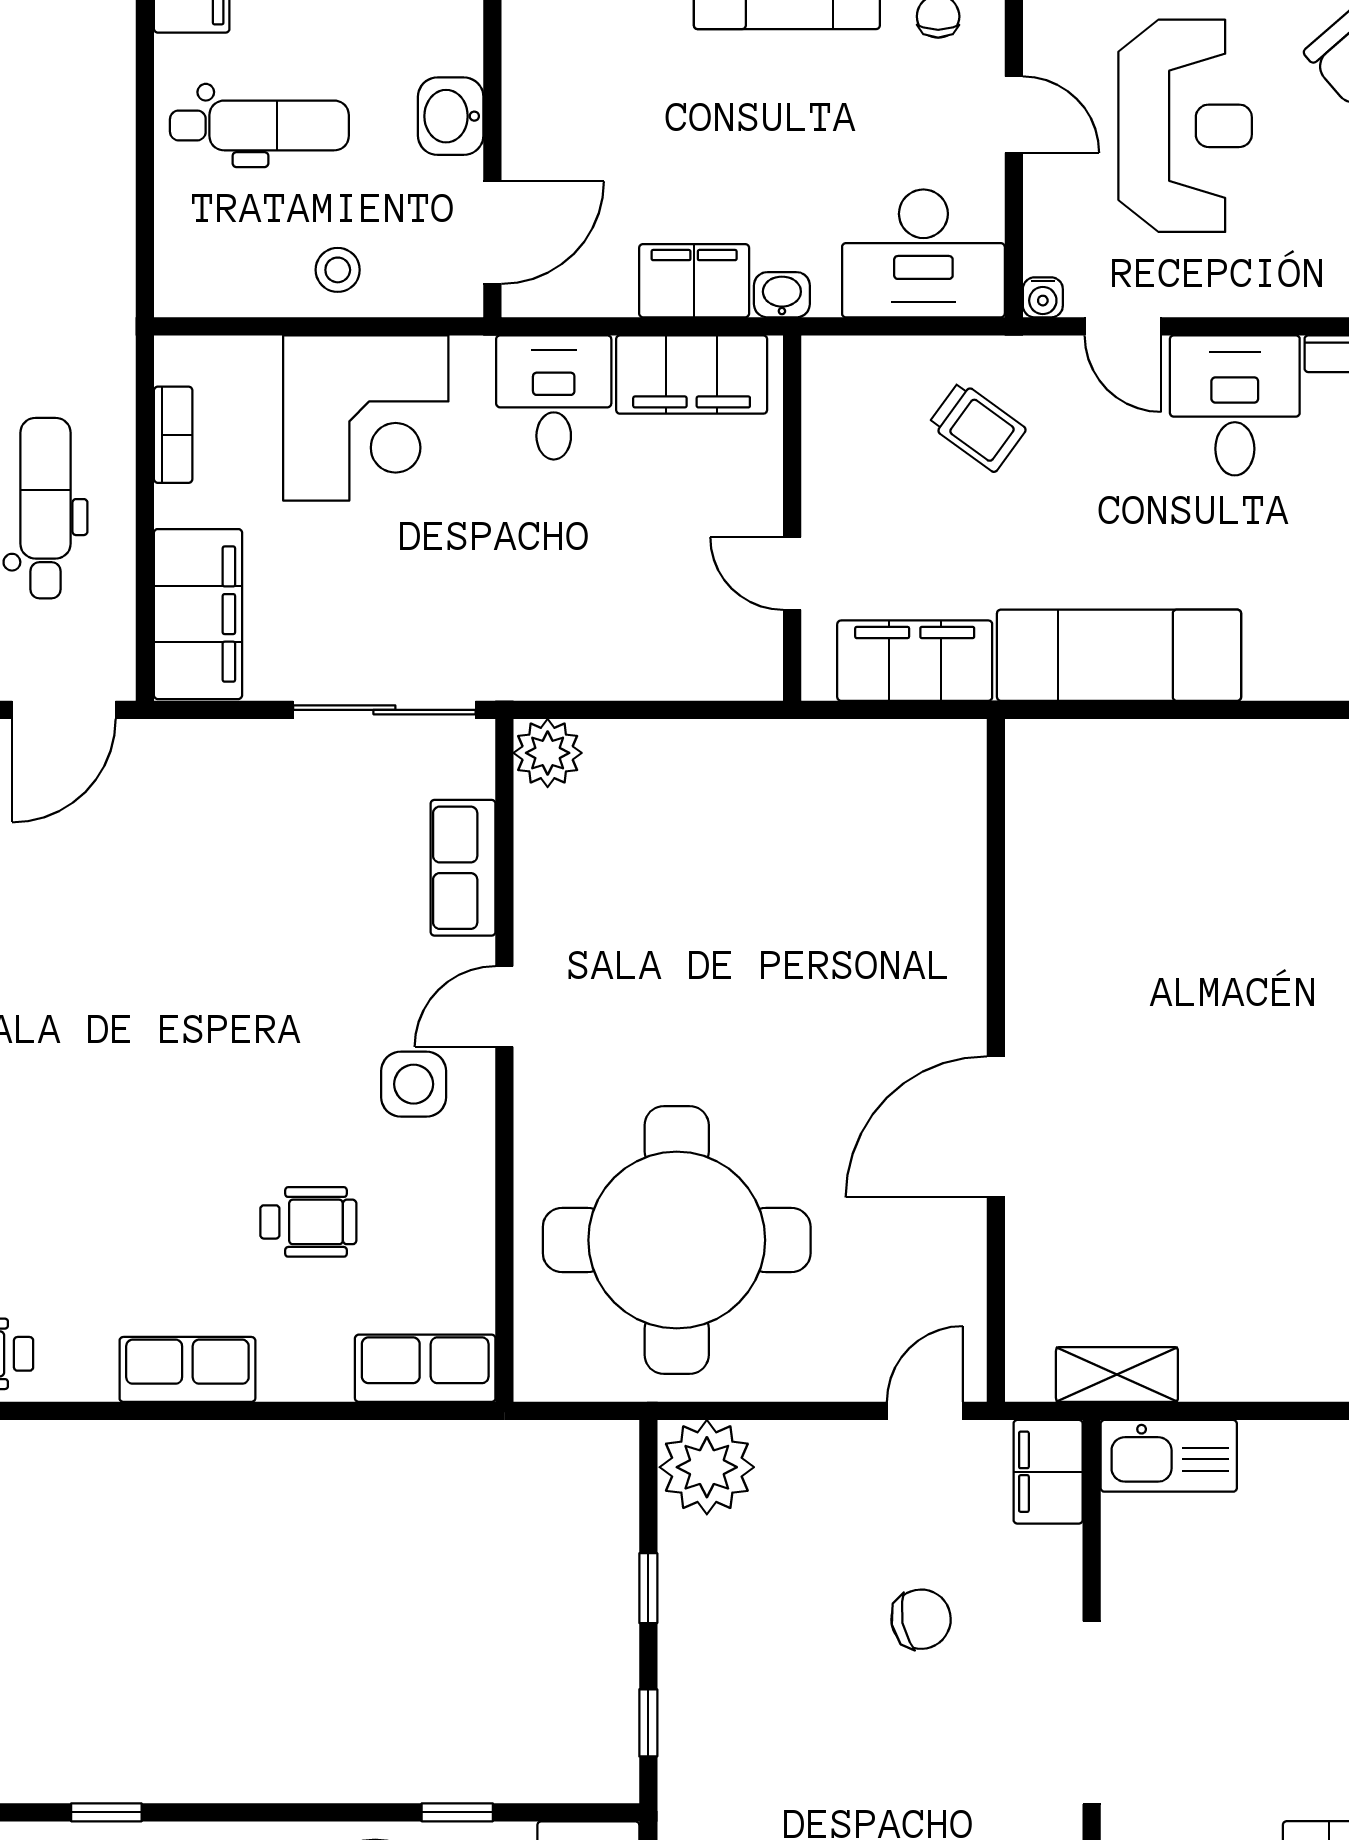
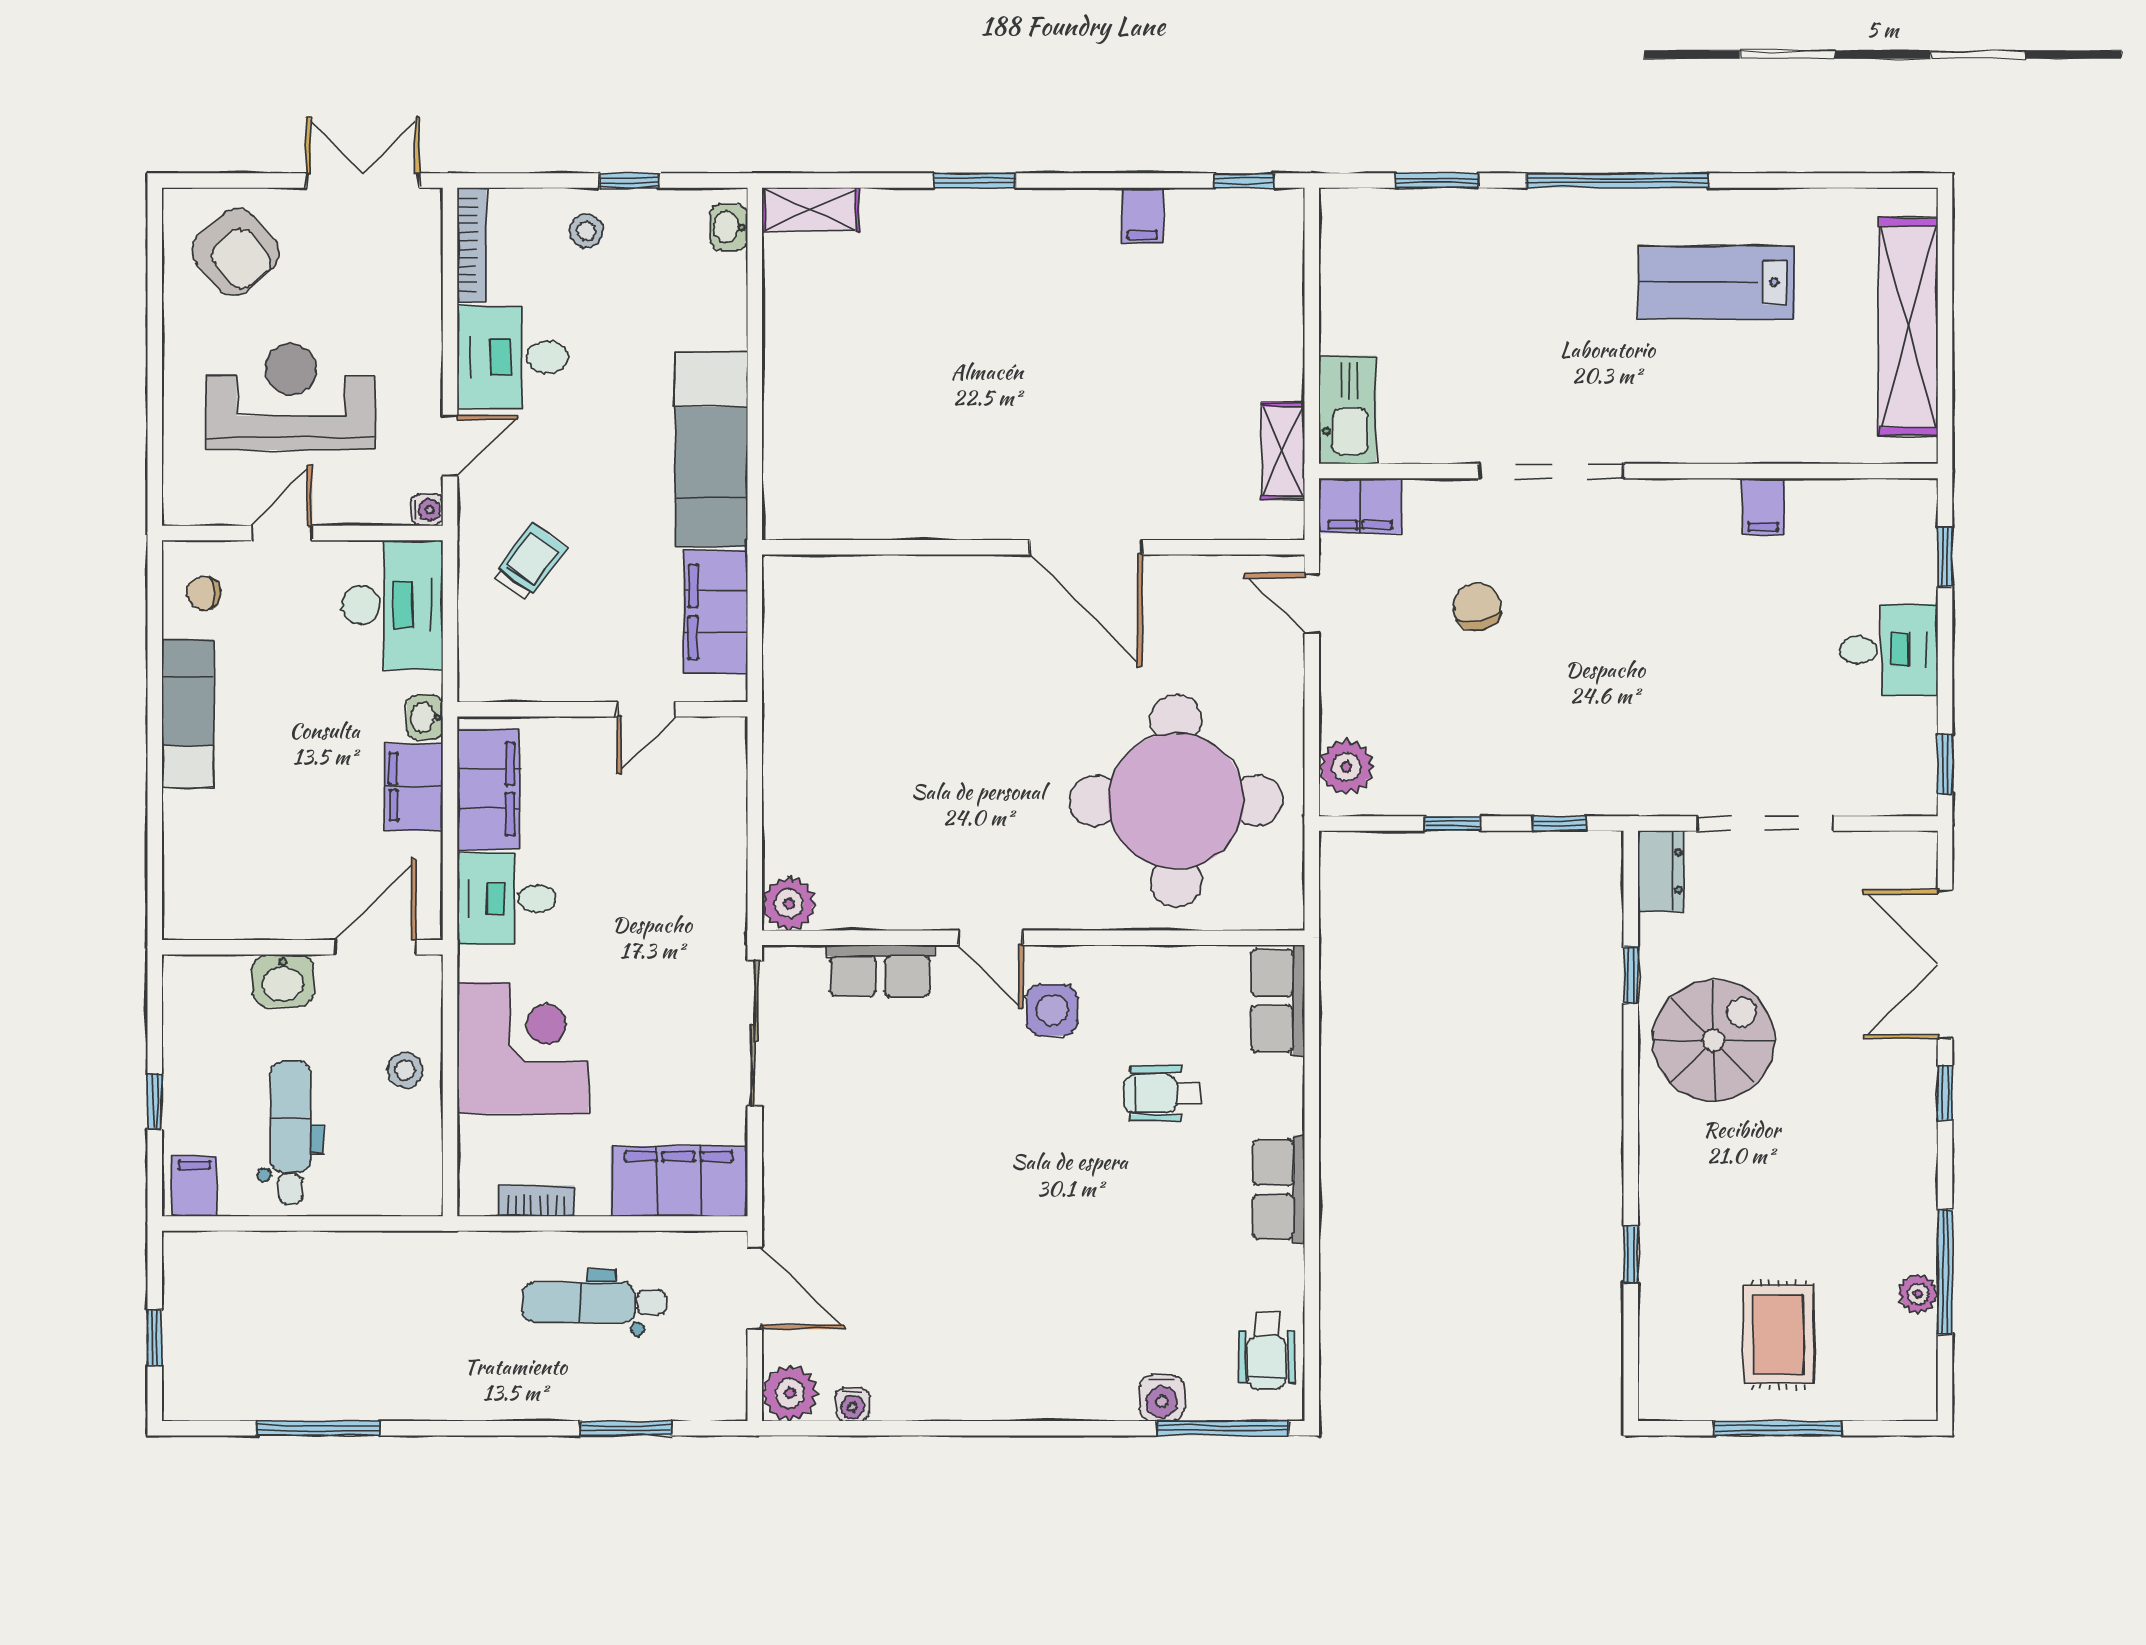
door: (492, 233) -> (375, 947), hinge flipped
wheelchair: (308, 1222) -> (1162, 1094), turned -90
plant: (707, 1467) -> (1346, 767), width x0.73, depth x0.73

